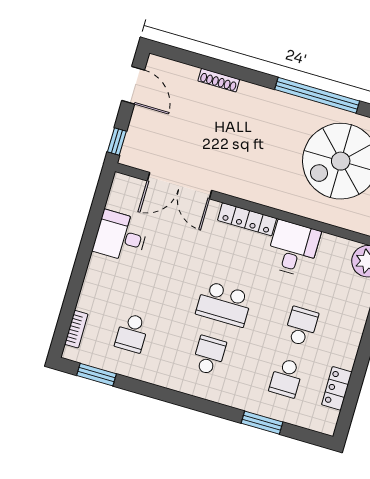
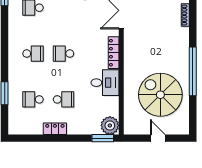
school desk: (224, 304) -> (64, 54), width x0.54
locker: (337, 388) -> (55, 129), moved

